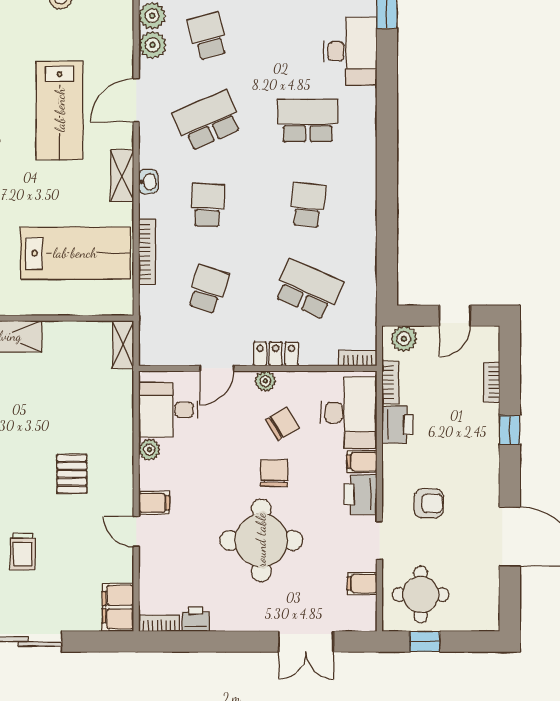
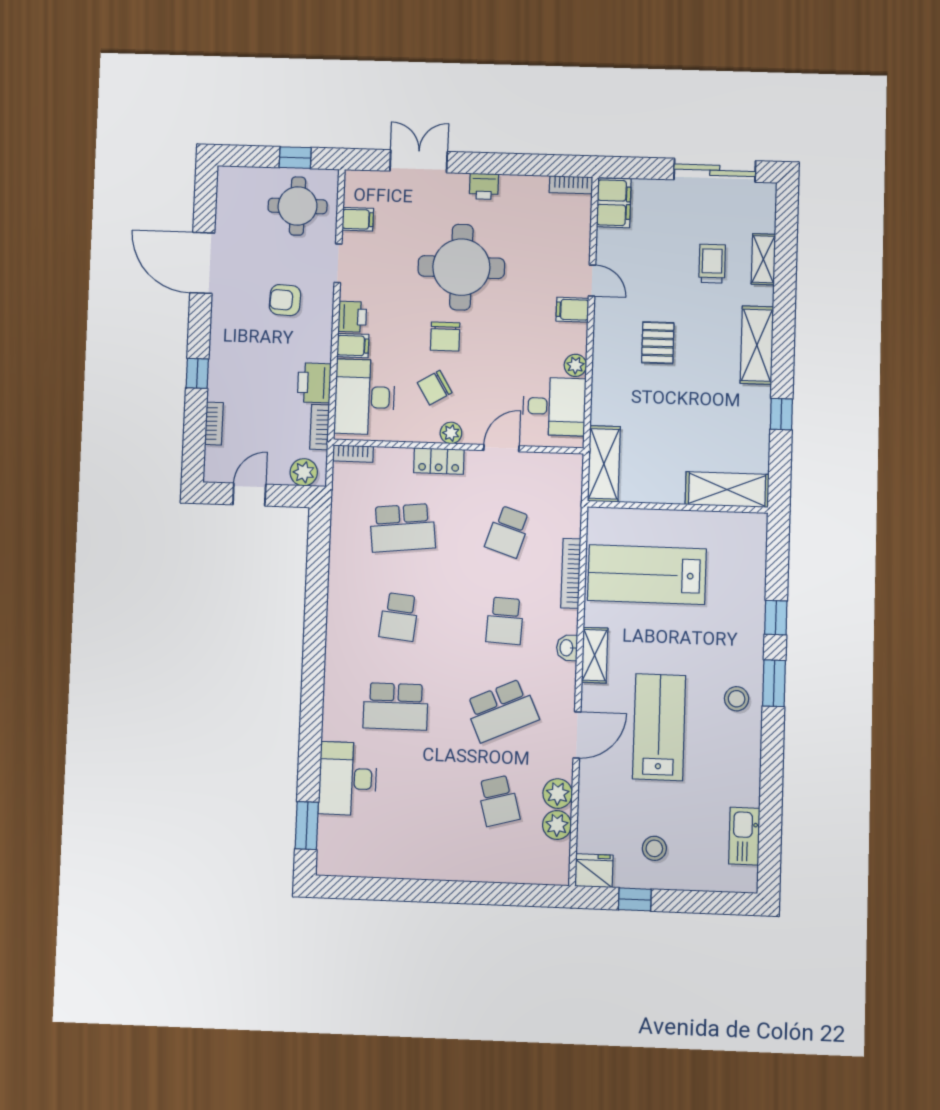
school desk: (308, 289) -> (402, 528), turned -30
shelving: (123, 345) -> (604, 464), width x1.50, depth x1.33
printer: (360, 495) -> (352, 317), width x0.73, depth x0.81
printer: (196, 619) -> (484, 186), moved

